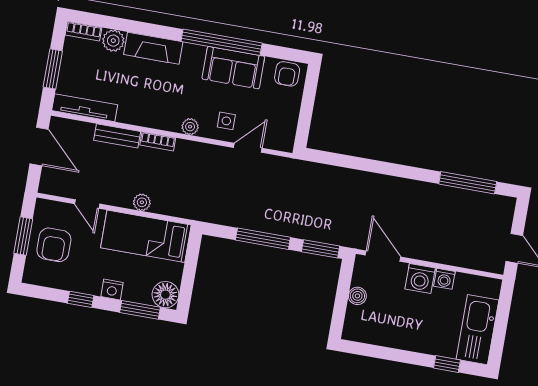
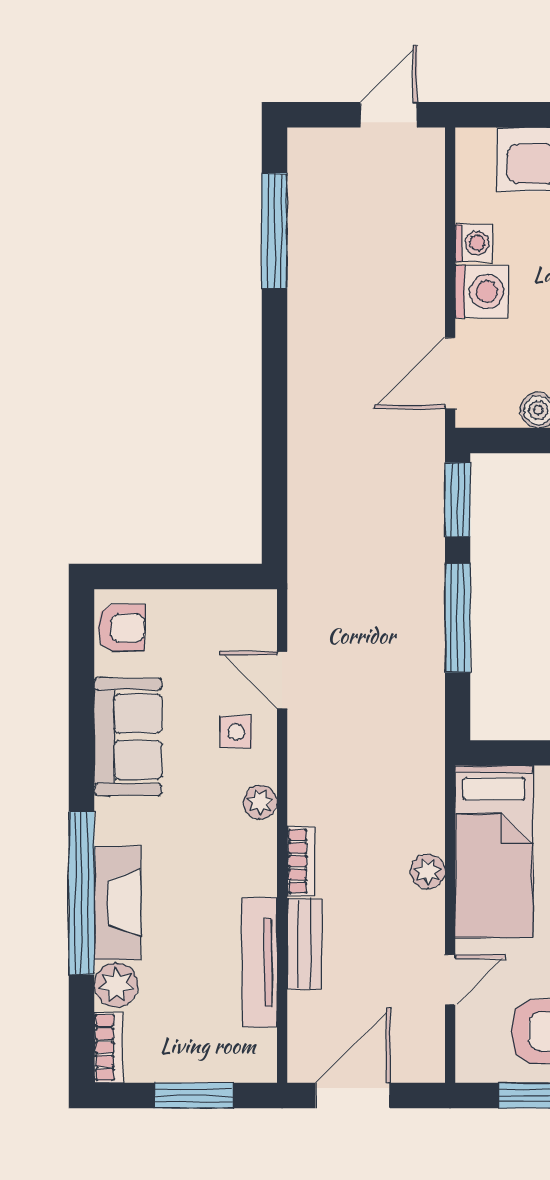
window: (222, 42) -> (81, 893), moved
tv unit: (85, 108) -> (260, 962), moved

